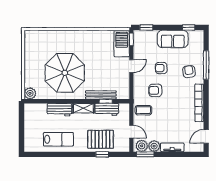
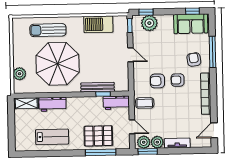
plant: (149, 38) -> (149, 23), added
sofa: (173, 39) -> (191, 24), moved
sun lounger: (57, 42) -> (48, 30), added
barbecue: (122, 44) -> (98, 24), moved, turned -90
door: (131, 66) -> (130, 55), hinge flipped
armchair: (161, 68) -> (178, 80), moved
plant: (30, 93) -> (20, 74), moved
shelving: (83, 108) -> (26, 103), moved
workbench: (107, 109) -> (116, 103), moved
window: (102, 154) -> (101, 152), width x2.17

